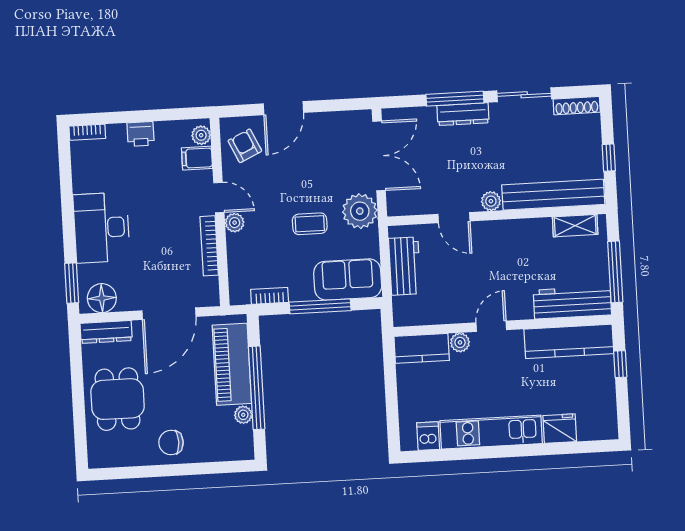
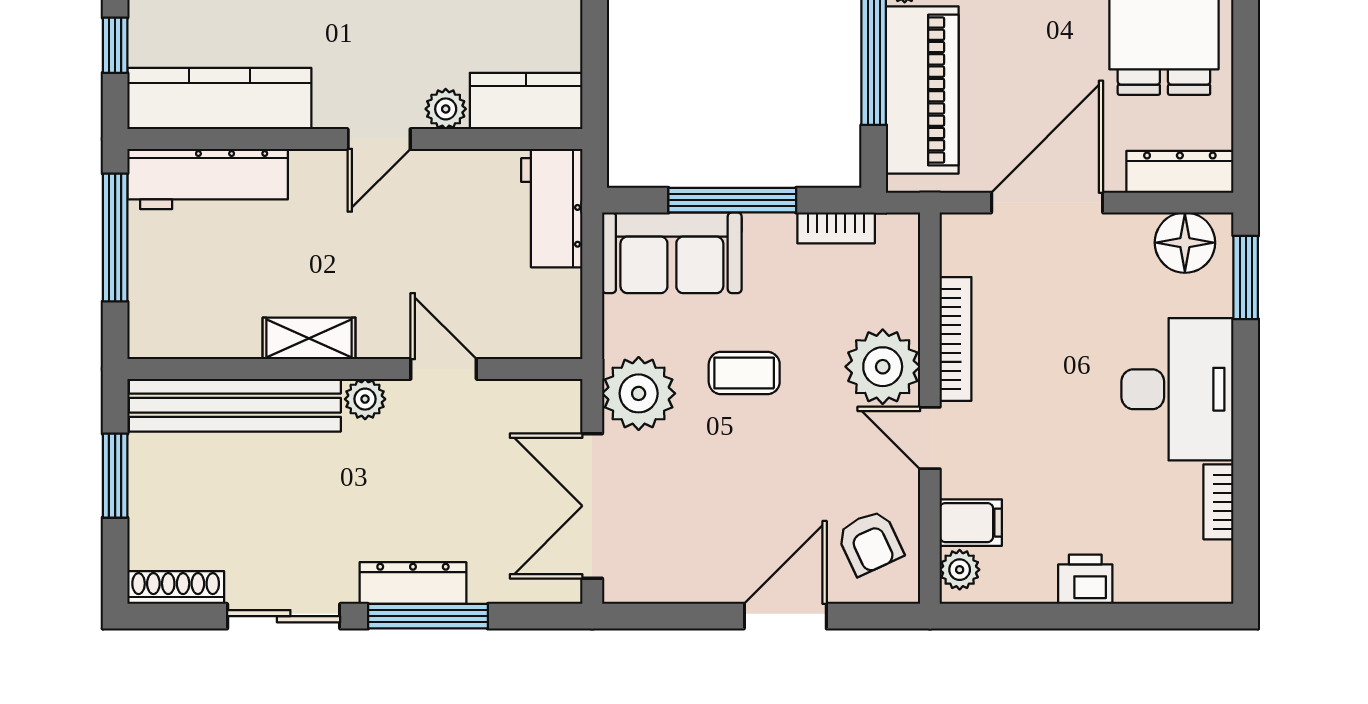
bookcase: (87, 132) -> (1218, 502), moved, turned -90
window: (609, 158) -> (115, 476), width x1.50
plant: (235, 223) -> (883, 367), width x1.87, depth x1.87
shelving: (575, 226) -> (309, 338), moved
workbench: (405, 266) -> (552, 208), moved

